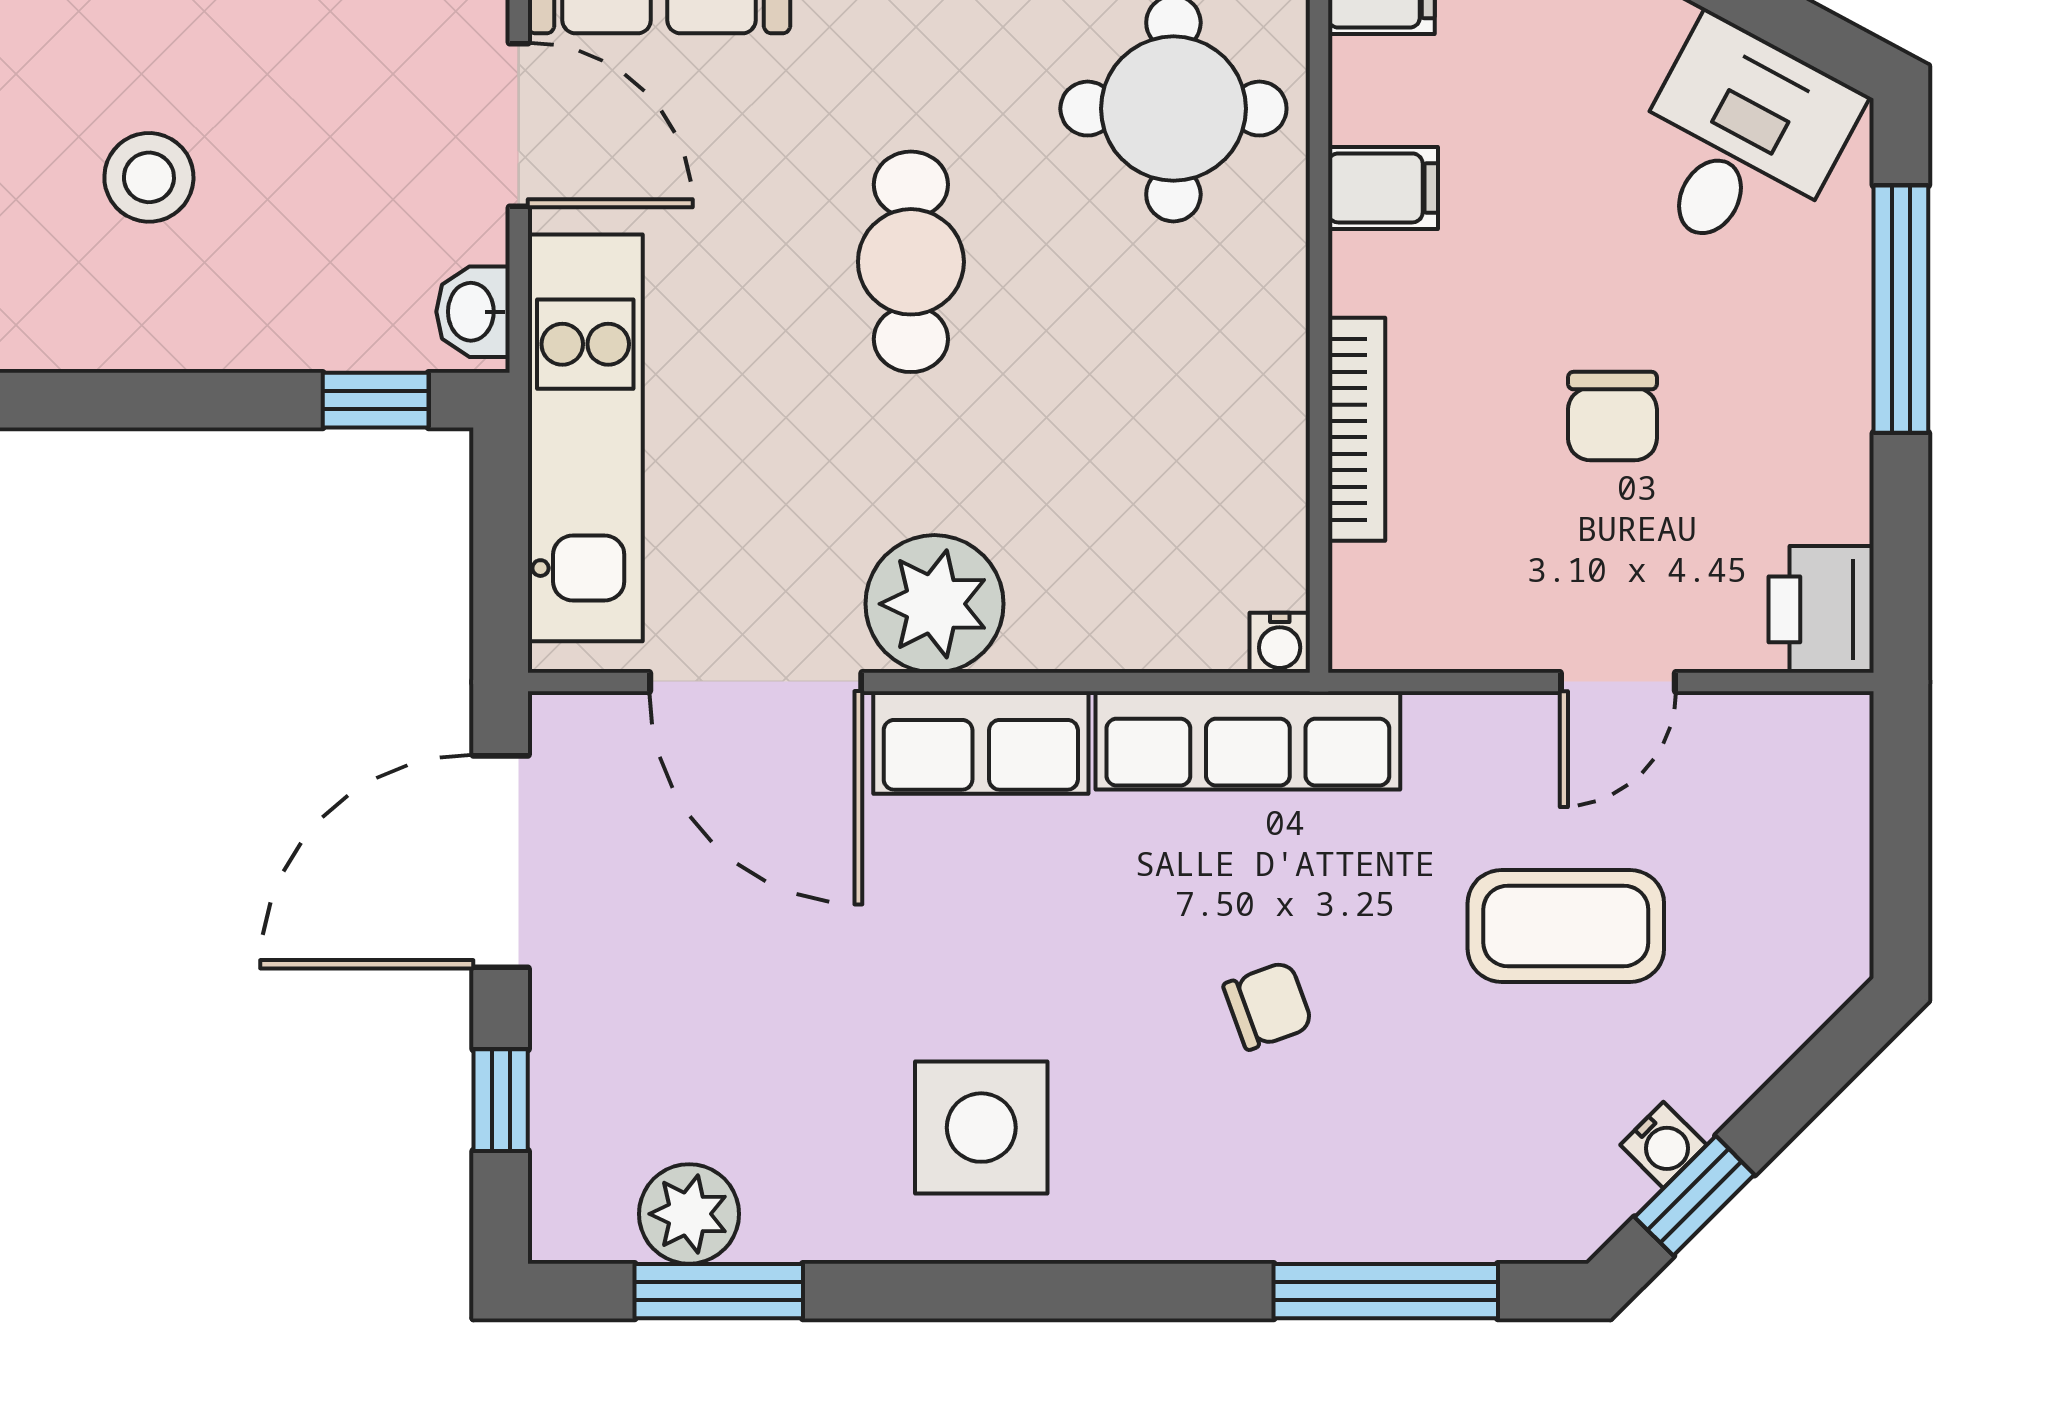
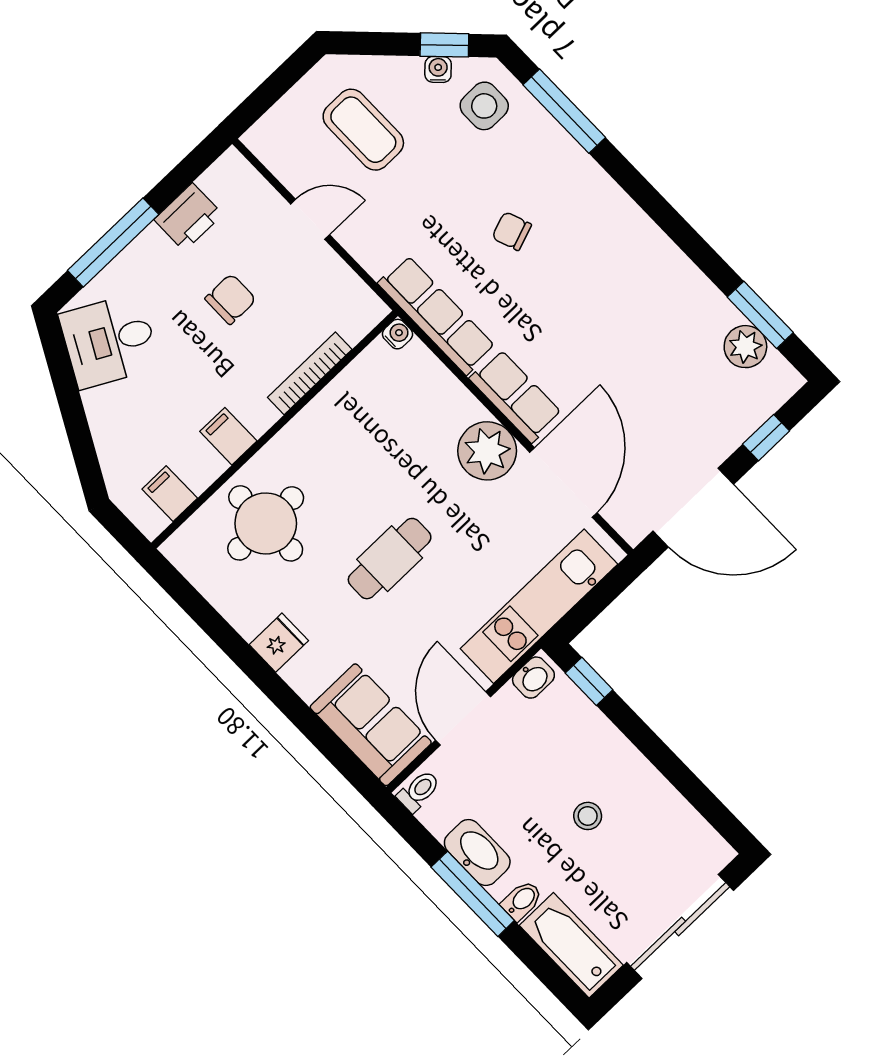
stool: (149, 177) -> (588, 816), width x0.73, depth x0.73
printer: (1821, 609) -> (188, 217), moved
coffee table: (1566, 926) -> (363, 130), moved
side table: (981, 1128) -> (484, 106), moved, width x0.73, depth x0.73

